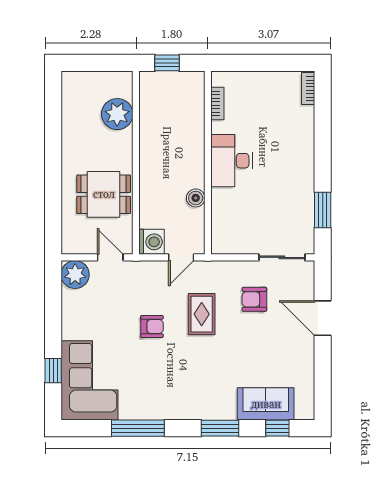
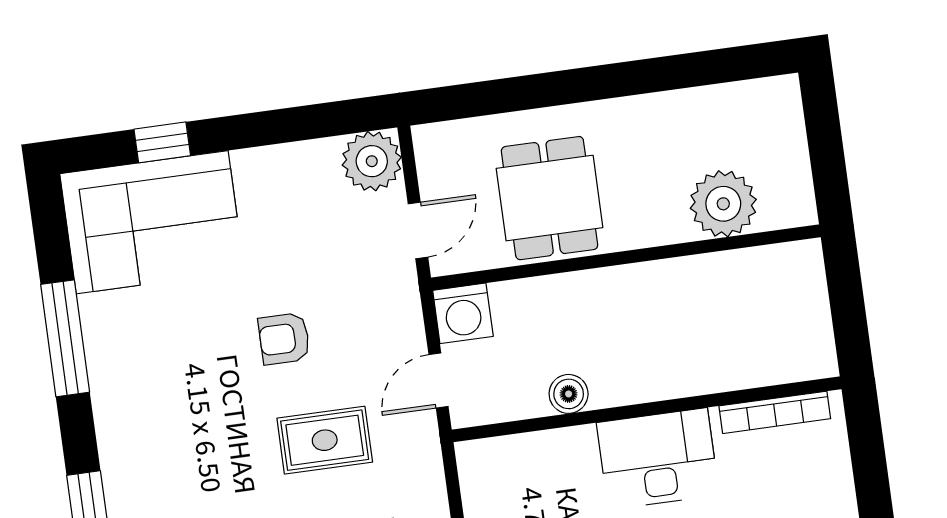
window: (167, 63) -> (846, 294), removed
bookcase: (217, 103) -> (775, 412), width x1.56
door: (181, 257) -> (438, 380), hinge flipped
armchair: (152, 326) -> (284, 339), turned 90

